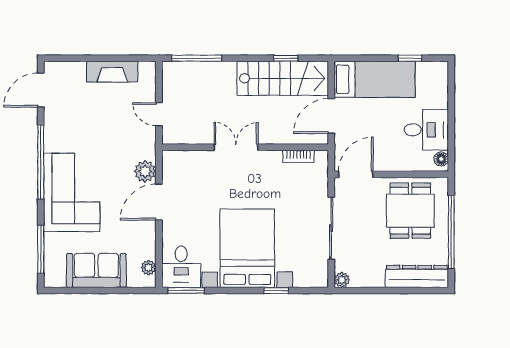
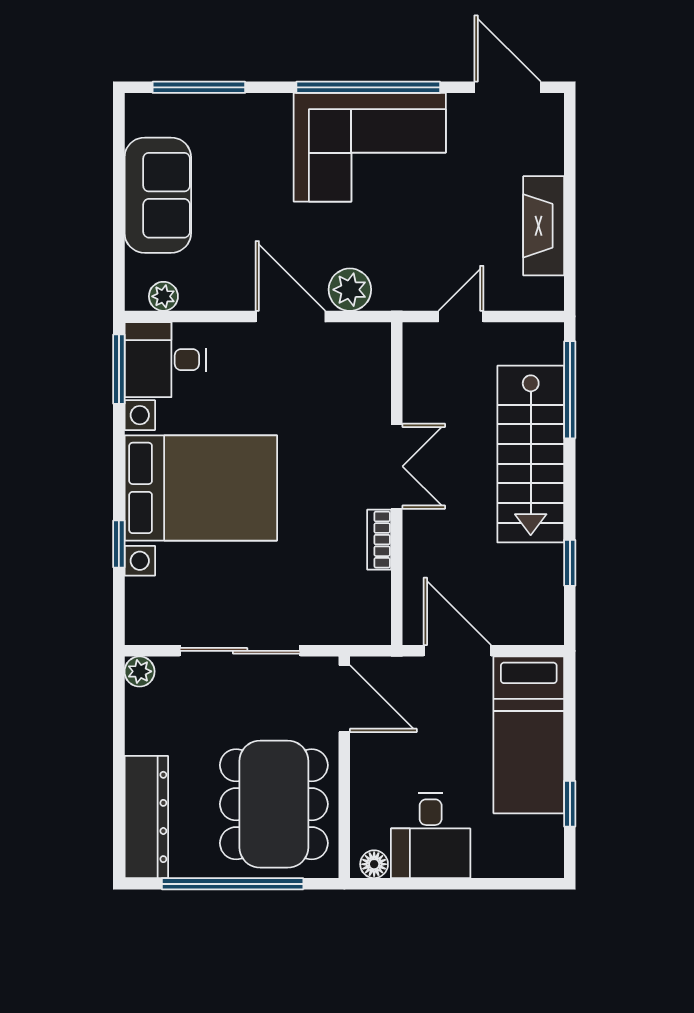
stairs: (283, 78) -> (531, 454), moved
bookcase: (298, 156) -> (379, 540), moved
corner sofa: (72, 192) -> (370, 147), moved
dining table: (410, 211) -> (274, 804), width x1.38

